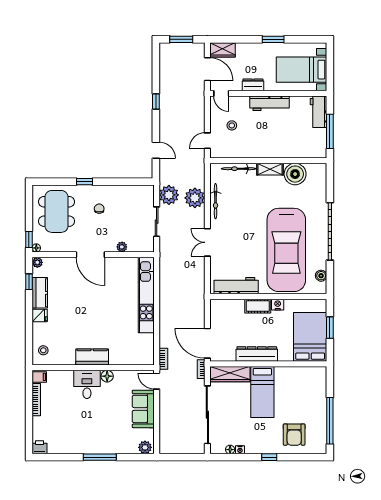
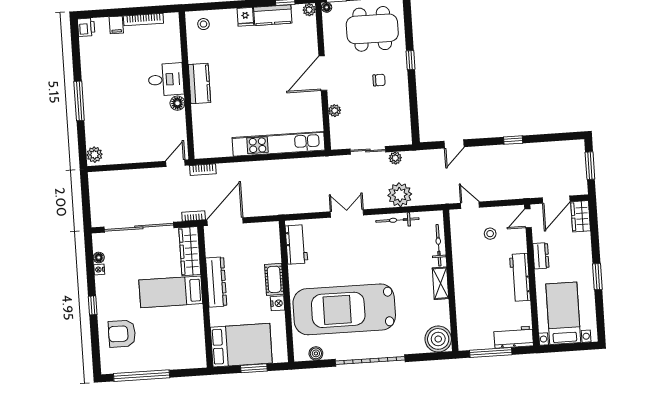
boiler: (295, 174) -> (438, 339), moved
plant: (169, 195) -> (395, 158), width x0.53, depth x0.53
workbench: (236, 286) -> (296, 244), width x0.73
filing cabinet: (39, 377) -> (116, 25), moved
sofa: (143, 409) -> (141, 149), removed

